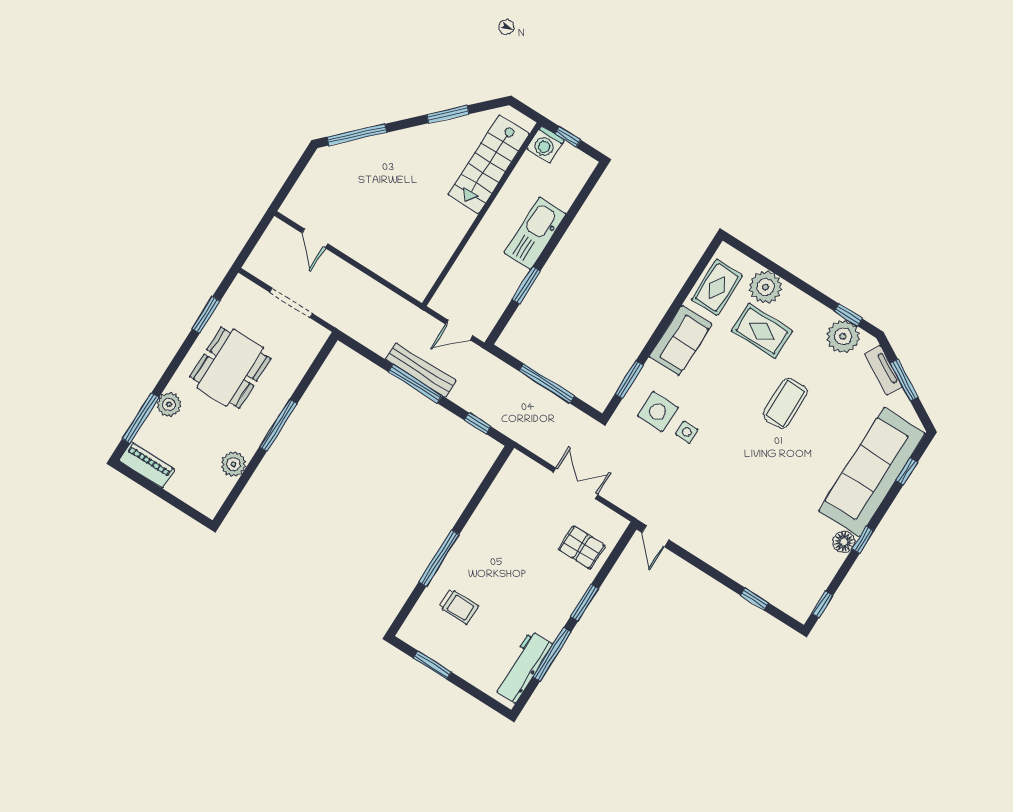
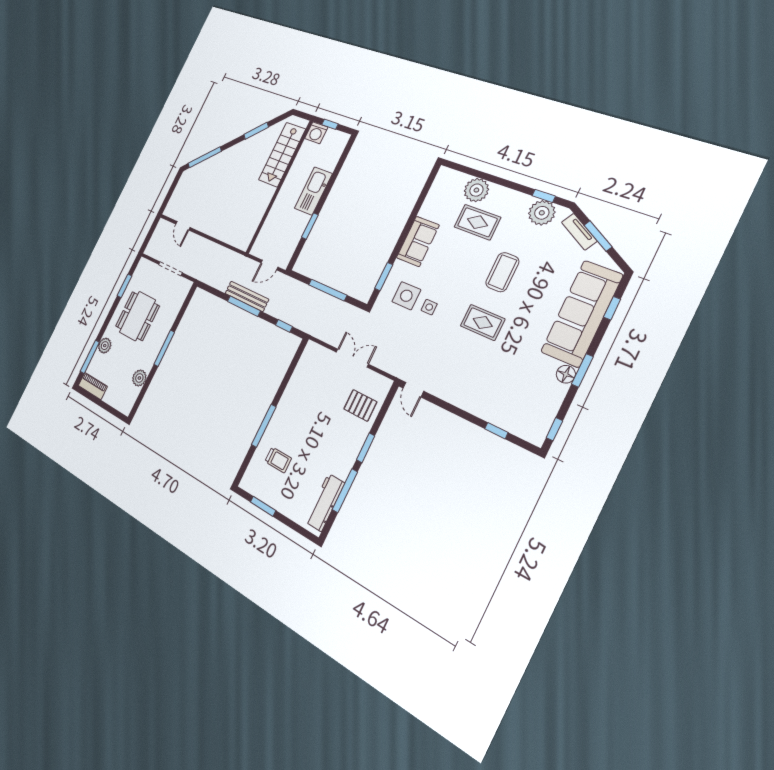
rug: (717, 287) -> (483, 322), moved, turned 90
window: (863, 540) -> (582, 370), width x1.50

